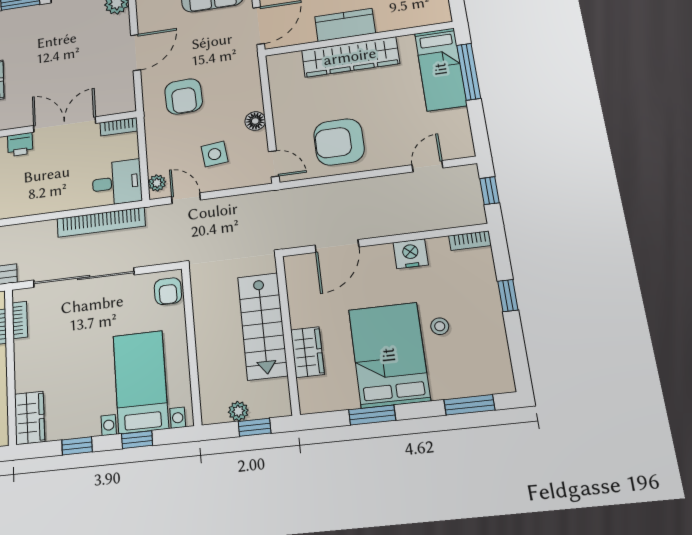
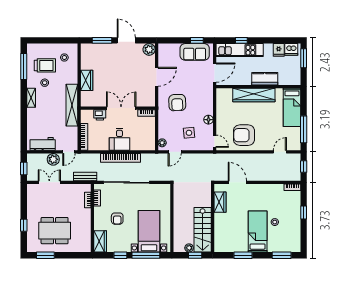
kitchen counter: (345, 25) -> (265, 79), moved
window: (469, 72) -> (304, 129), moved
desk: (117, 183) -> (119, 139), moved, turned 90
door: (186, 198) -> (175, 152), swing flipped
bookcase: (101, 222) -> (120, 158), moved
door: (337, 246) -> (237, 182), swing flipped
nightstand: (411, 254) -> (267, 190), removed
armchair: (168, 291) -> (117, 219), moved
stairs: (263, 326) -> (203, 230), moved
wardrobe: (307, 352) -> (220, 202), moved
bed: (389, 355) -> (258, 232), width x0.67
window: (137, 440) -> (146, 255), width x2.17

